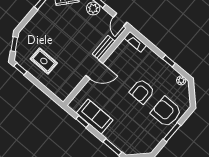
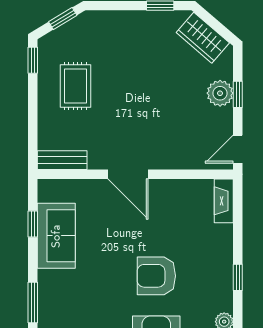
bench: (104, 48) -> (62, 160), moved

